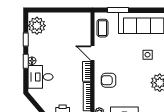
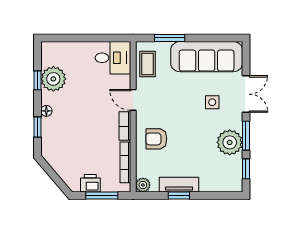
plant: (37, 26) -> (53, 79), moved
window: (26, 61) -> (37, 127), moved
desk: (40, 77) -> (113, 58), moved, turned 180

